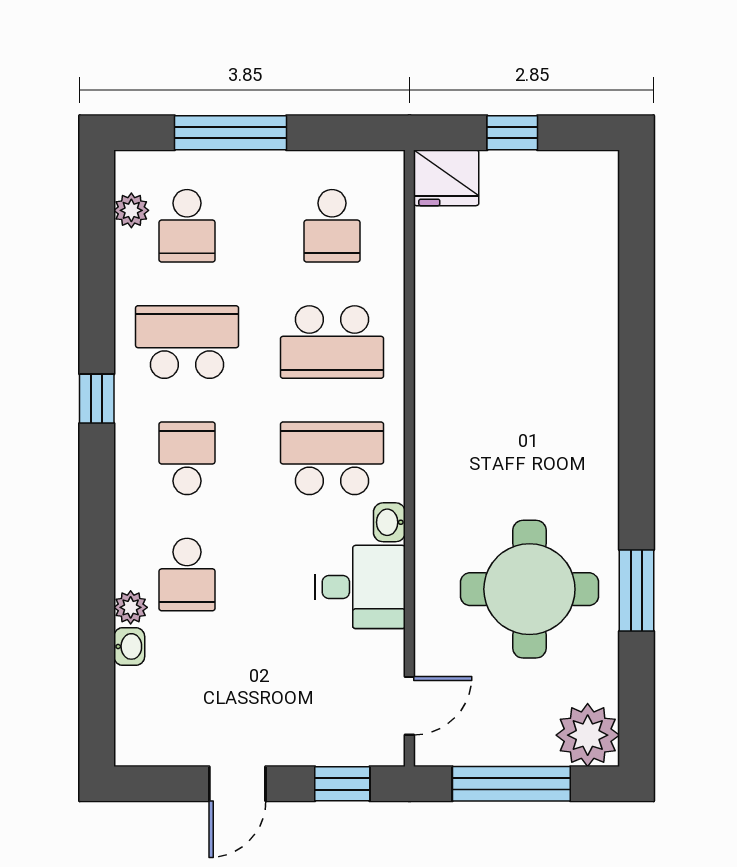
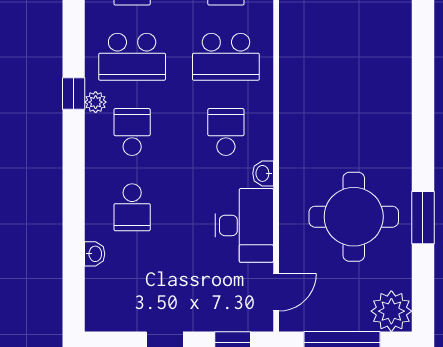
school desk: (187, 342) -> (132, 57), turned 180
school desk: (332, 458) -> (226, 132), width x0.54
desk: (360, 587) -> (244, 225), width x1.37
plant: (131, 607) -> (96, 102), moved

